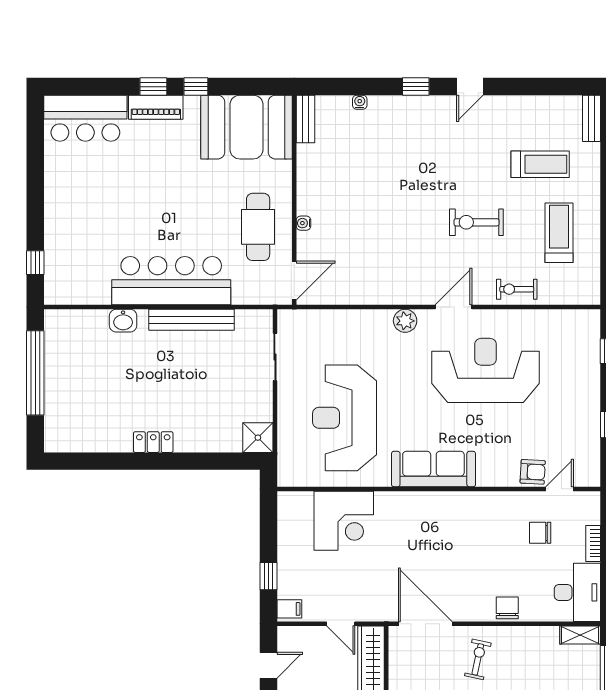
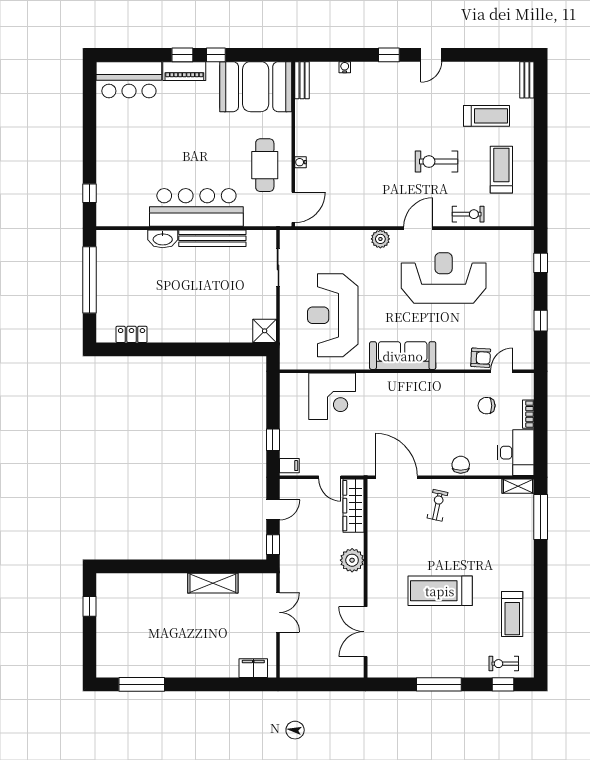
exercise bike: (517, 289) -> (468, 214), turned 180
washbasin: (123, 321) -> (163, 239), width x1.38
locker: (153, 442) -> (132, 334), moved

